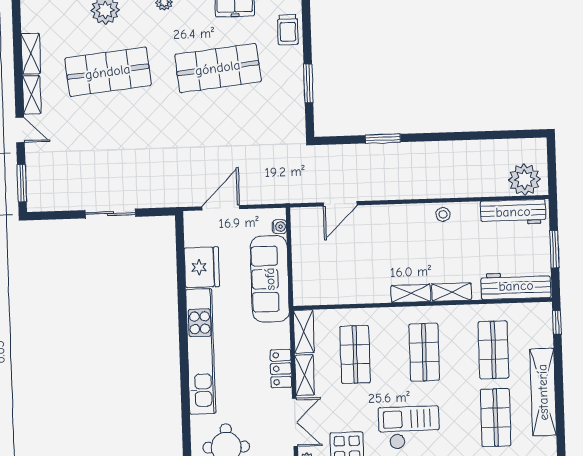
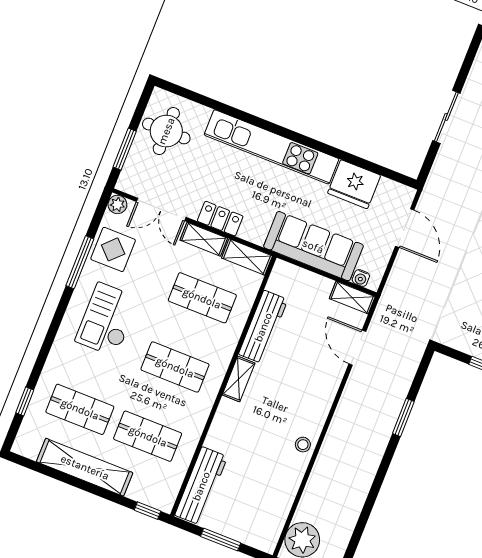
workbench: (513, 212) -> (263, 327), moved, turned 180
shelving: (452, 292) -> (352, 298), moved, turned 90
checkout: (409, 428) -> (107, 320), turned 180

